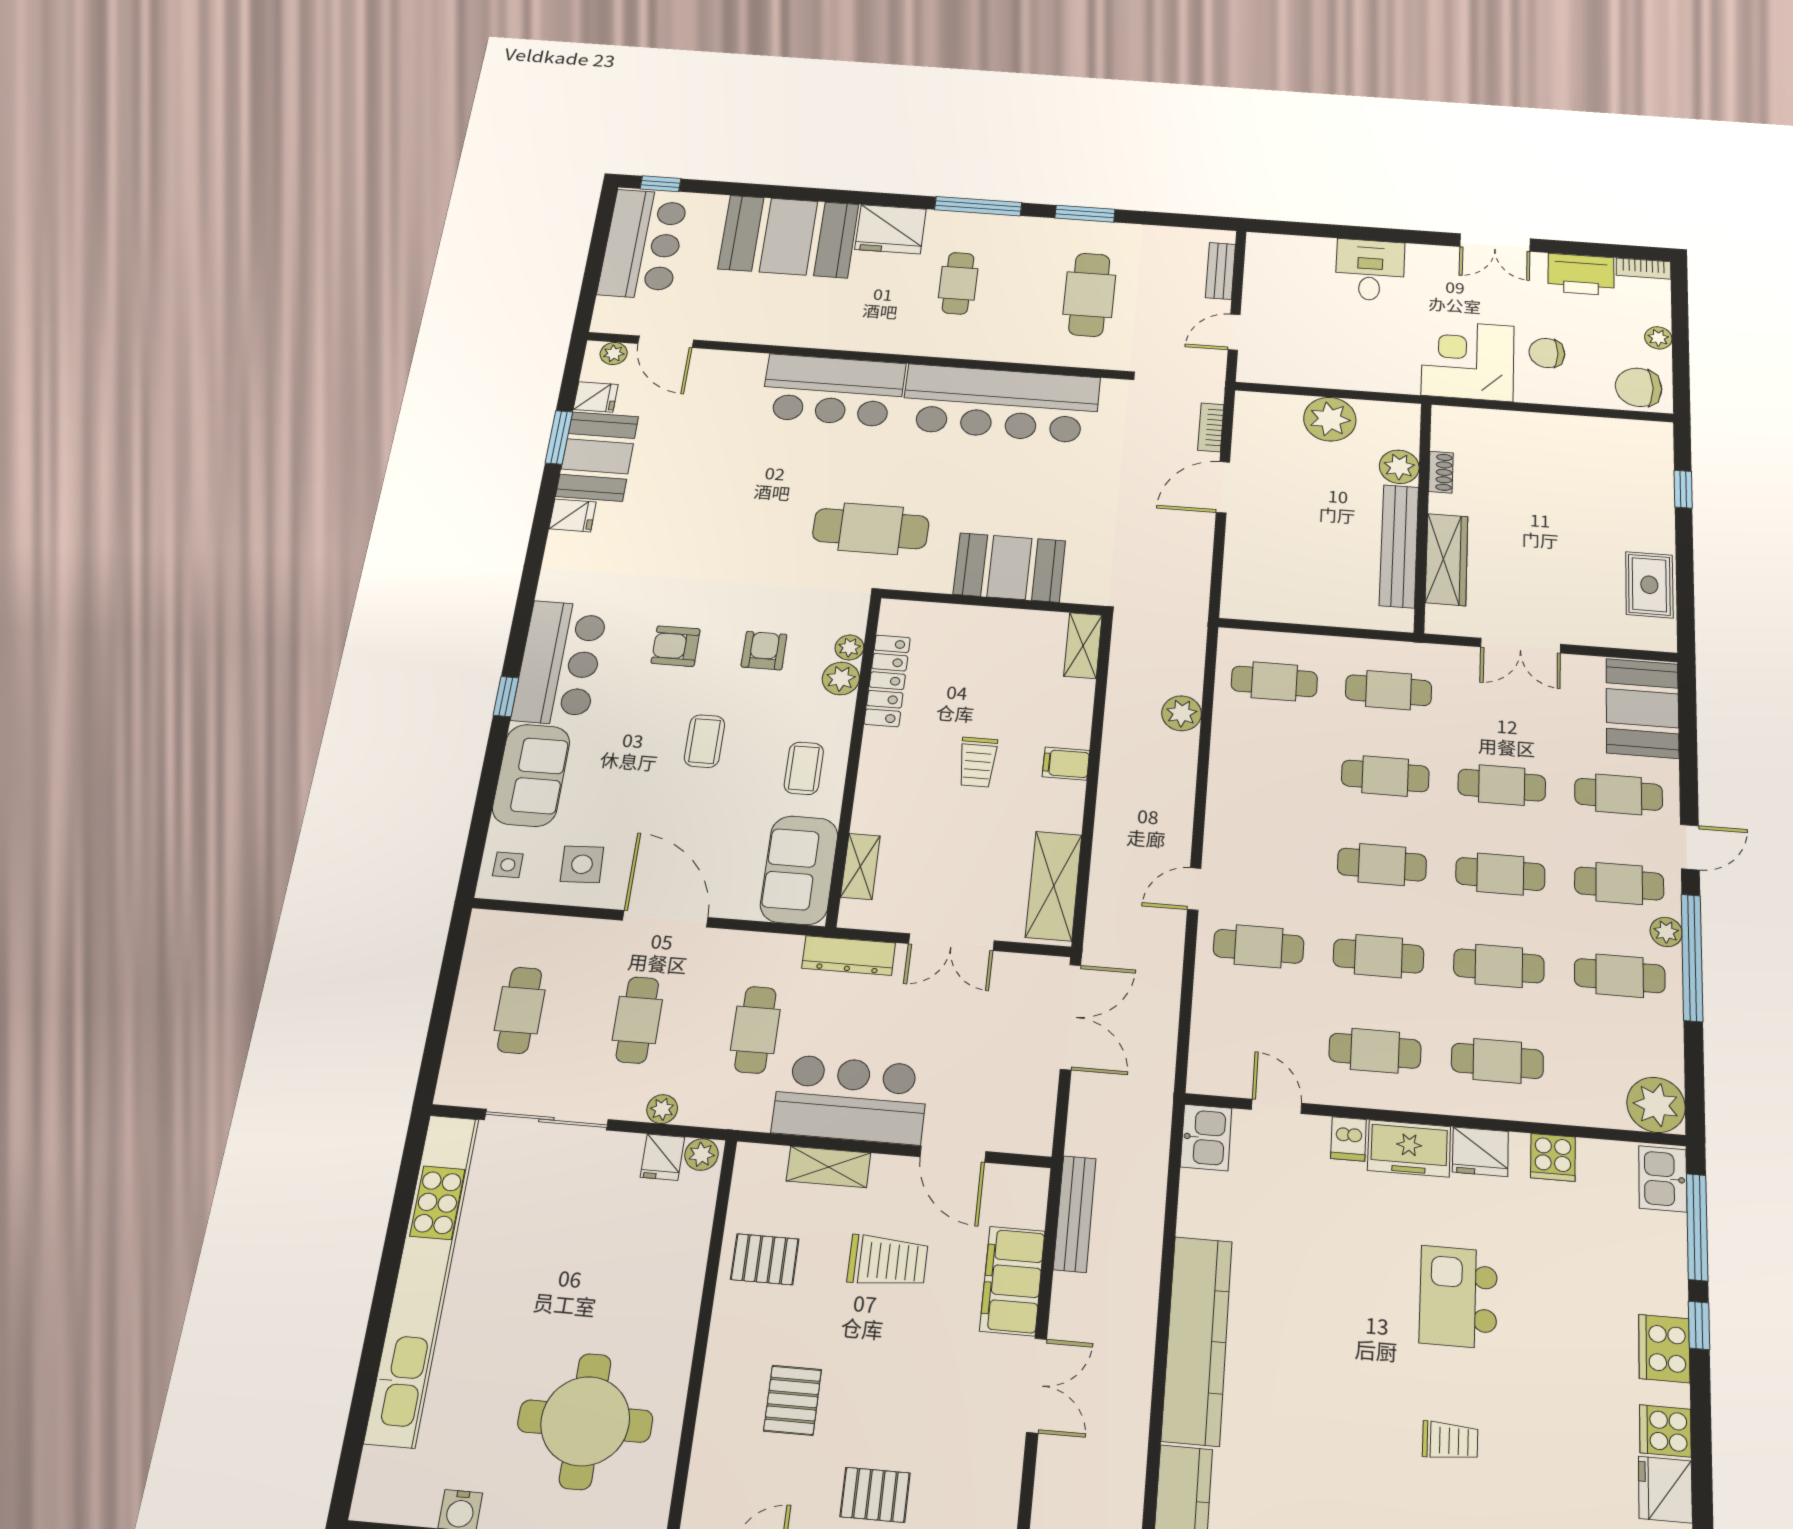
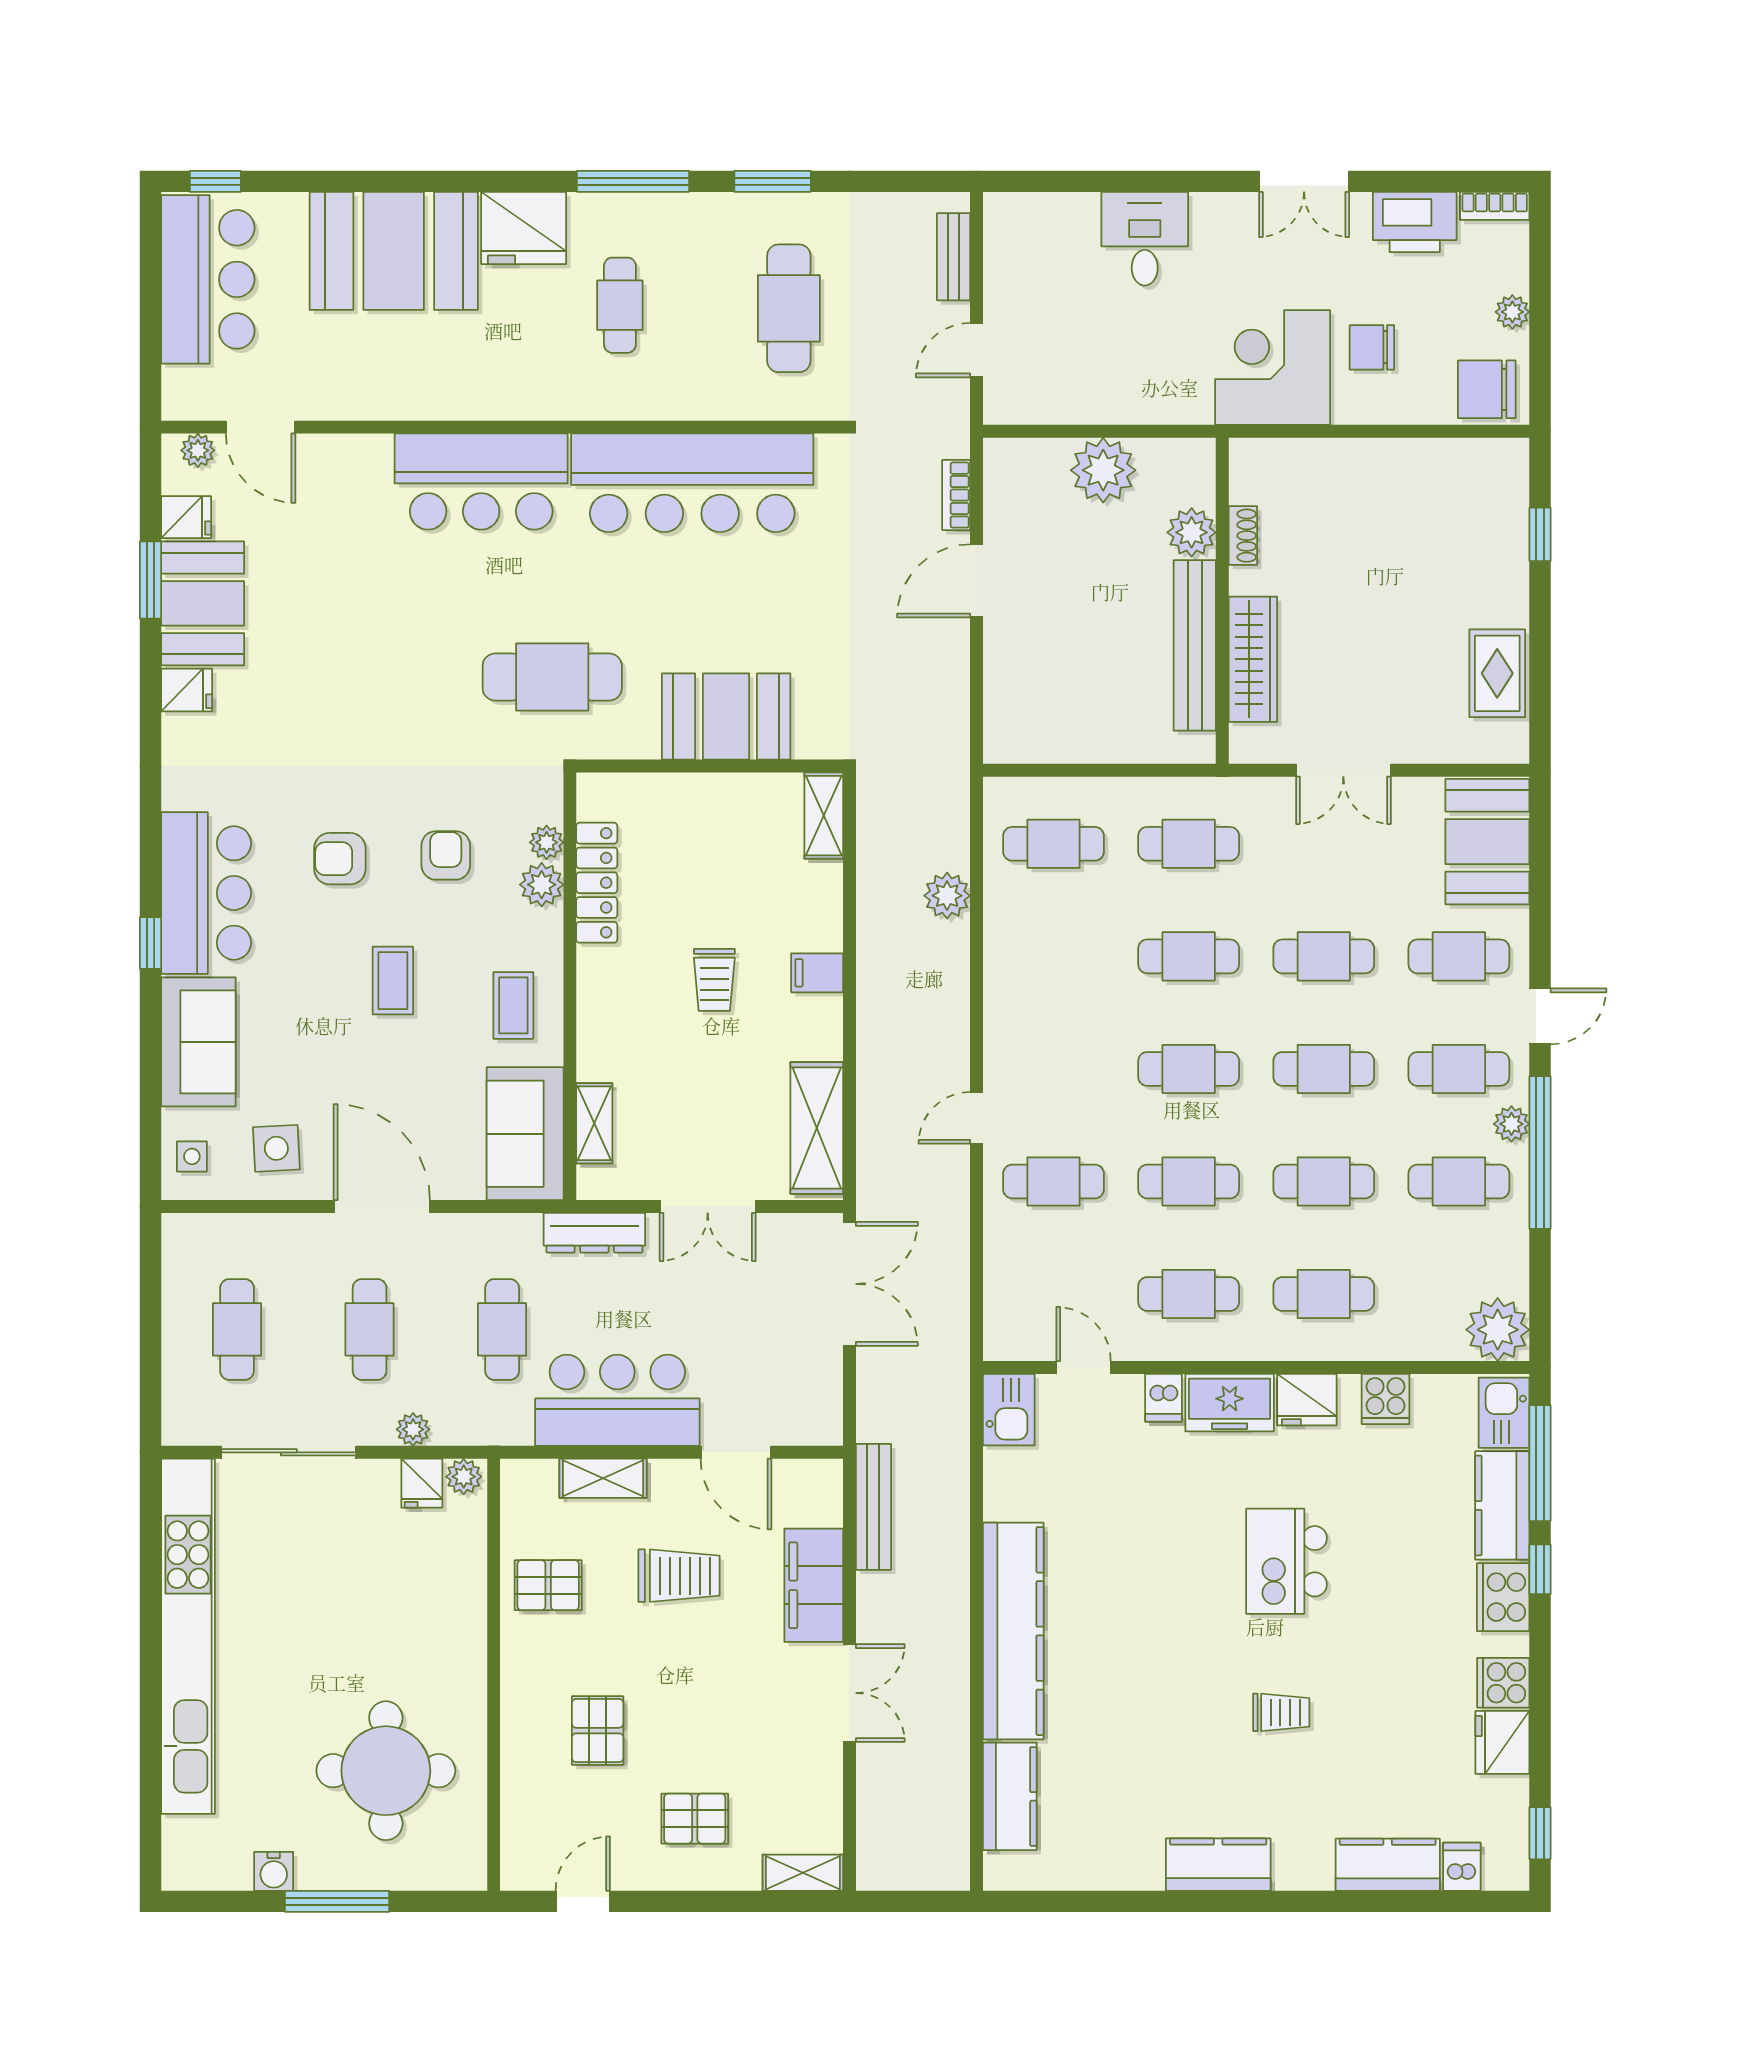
kitchen counter: (1662, 1263) -> (1502, 1505), added

